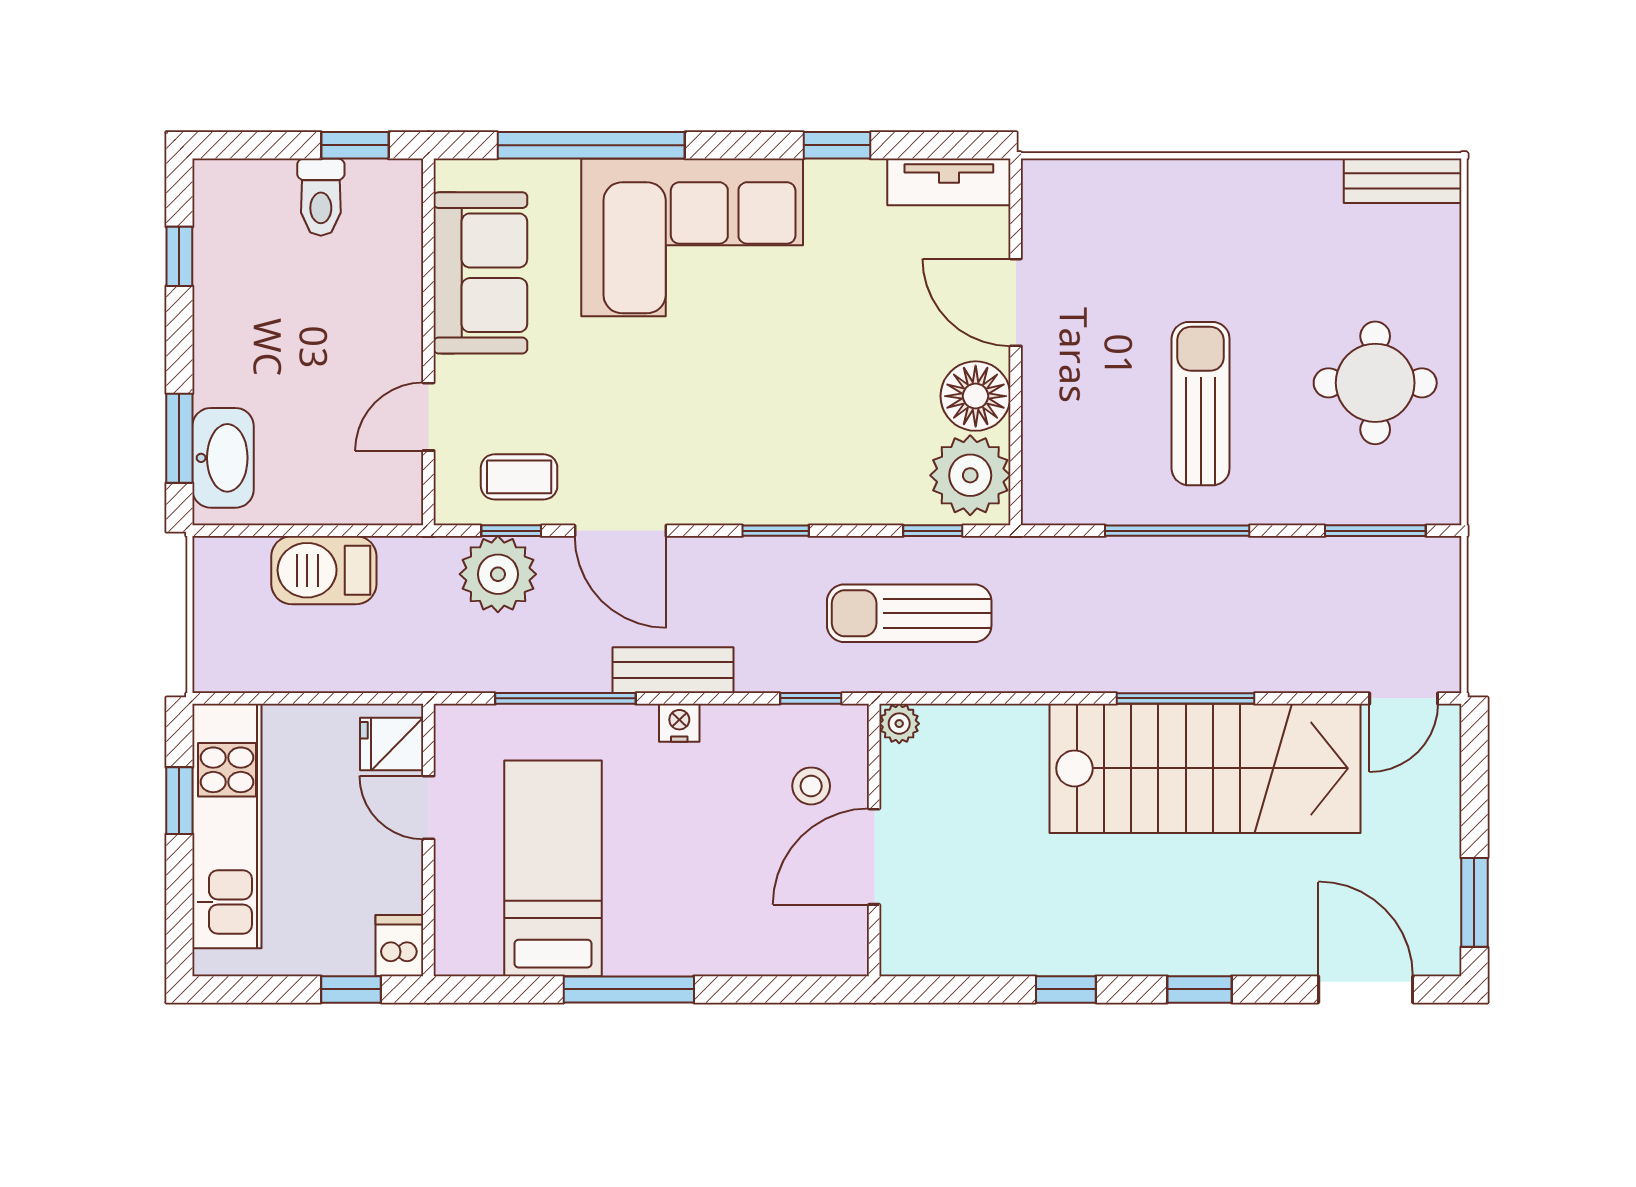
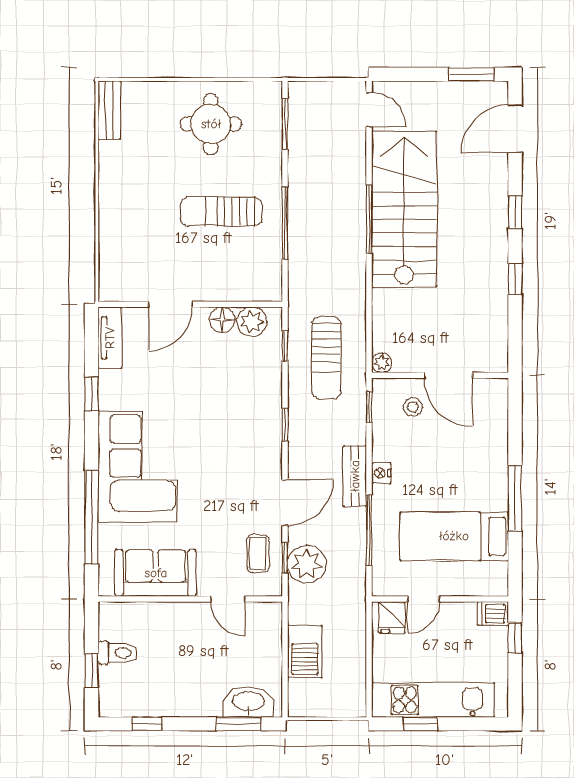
window: (355, 145) -> (92, 671), moved
floor lamp: (976, 396) -> (222, 320), width x0.73, depth x0.73
plant: (970, 475) -> (252, 322), width x0.73, depth x0.73

